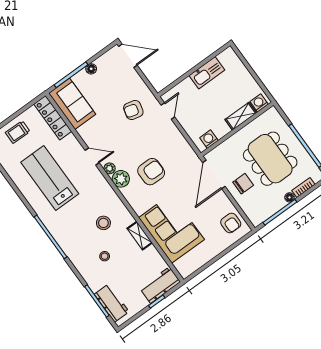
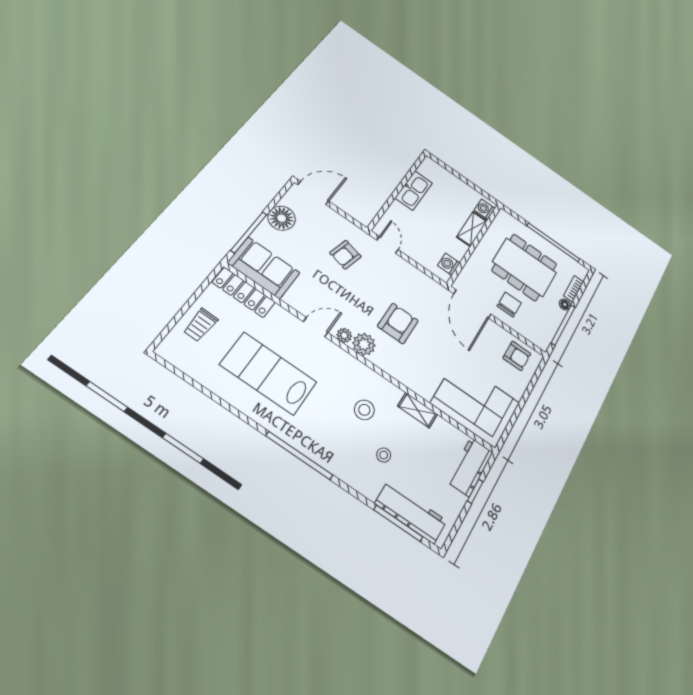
floor lamp: (91, 69) -> (282, 218), width x1.89, depth x1.89
corner sofa: (171, 229) -> (475, 403), moved
workbench: (112, 303) -> (411, 512), width x1.37

